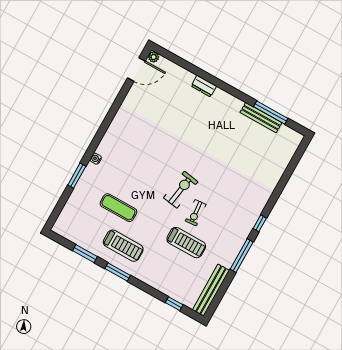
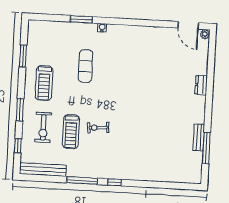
bench: (261, 118) -> (199, 137), width x0.73
exercise bike: (181, 190) -> (43, 127), moved, turned 81
exercise mat: (118, 208) -> (86, 66), moved
window: (118, 272) -> (20, 110), moved

